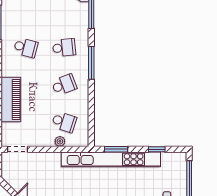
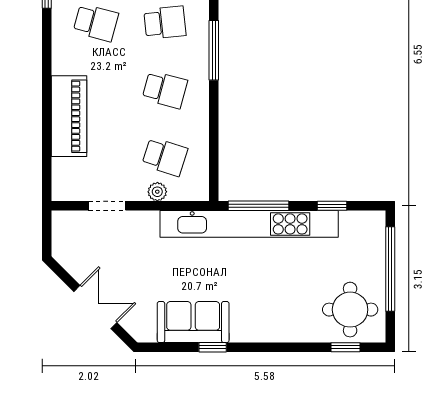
school desk: (64, 85) -> (165, 90), turned 36
doorway: (18, 149) -> (107, 206), moved
window: (116, 149) -> (258, 206), width x1.44

